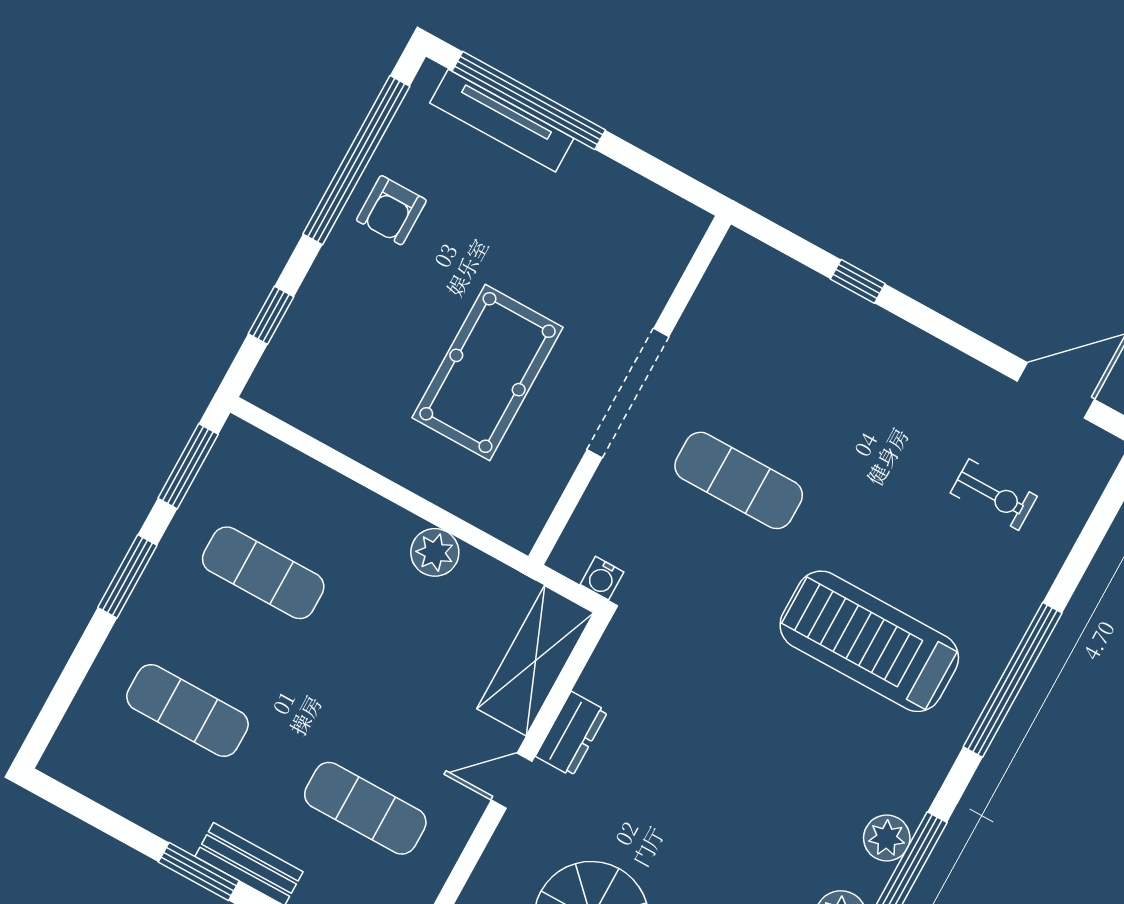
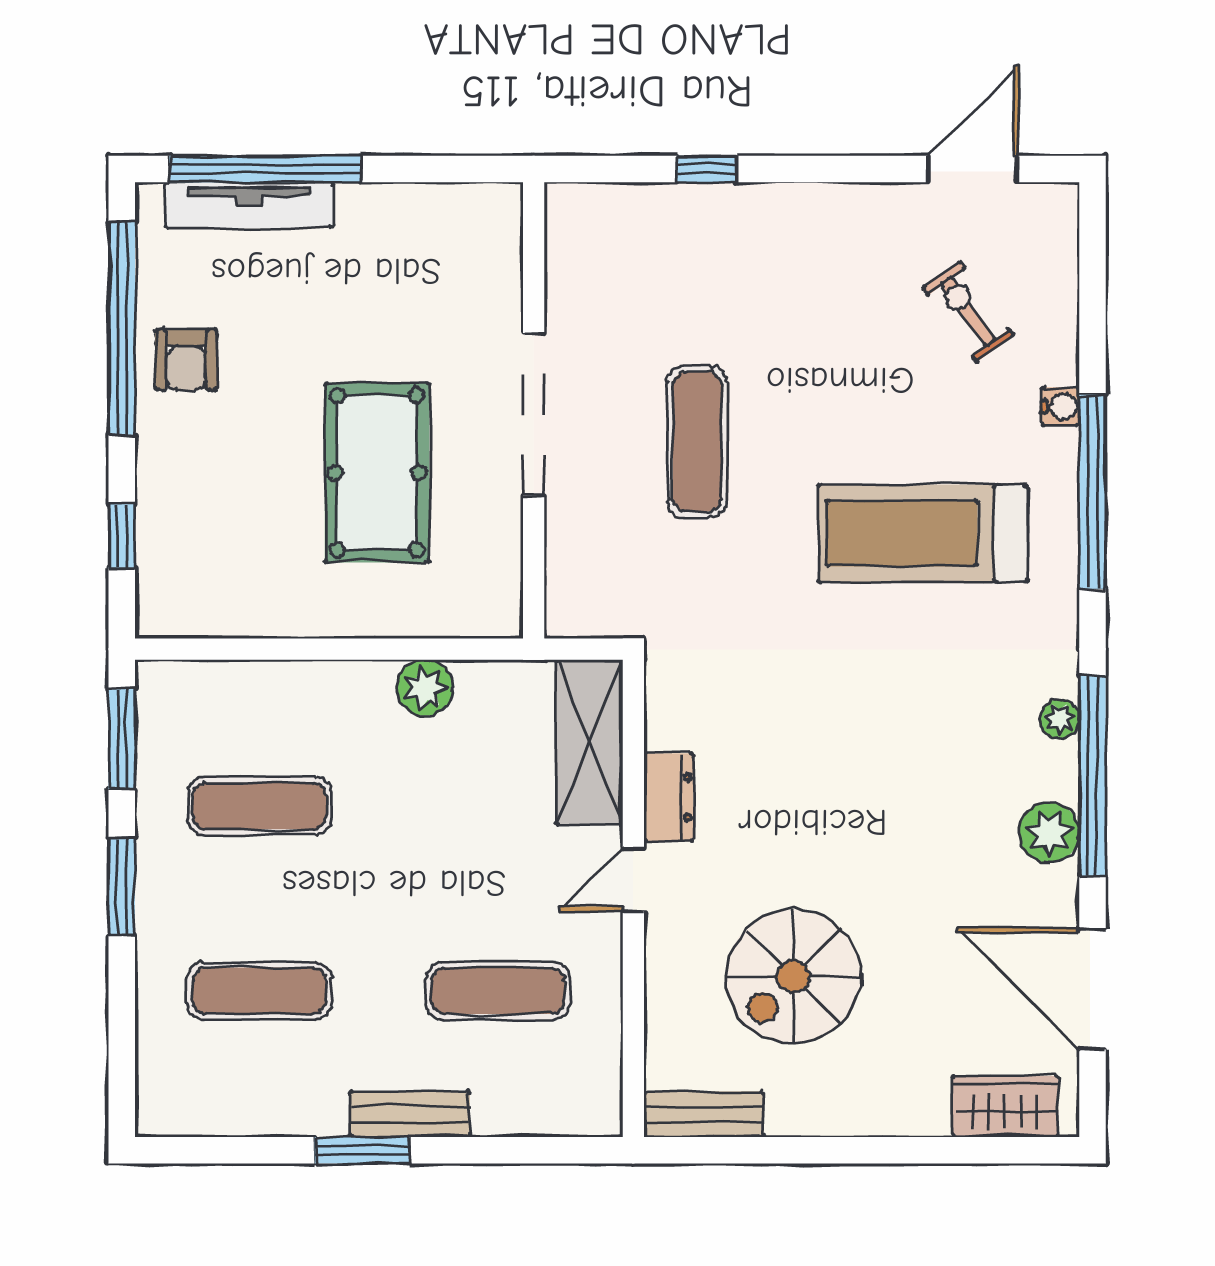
exercise mat: (739, 480) -> (697, 442), turned 90
exercise bike: (994, 495) -> (968, 312), turned -126
water cooler: (602, 578) -> (1060, 406), moved, turned -90
plant: (887, 838) -> (1060, 719), width x0.73, depth x0.73

